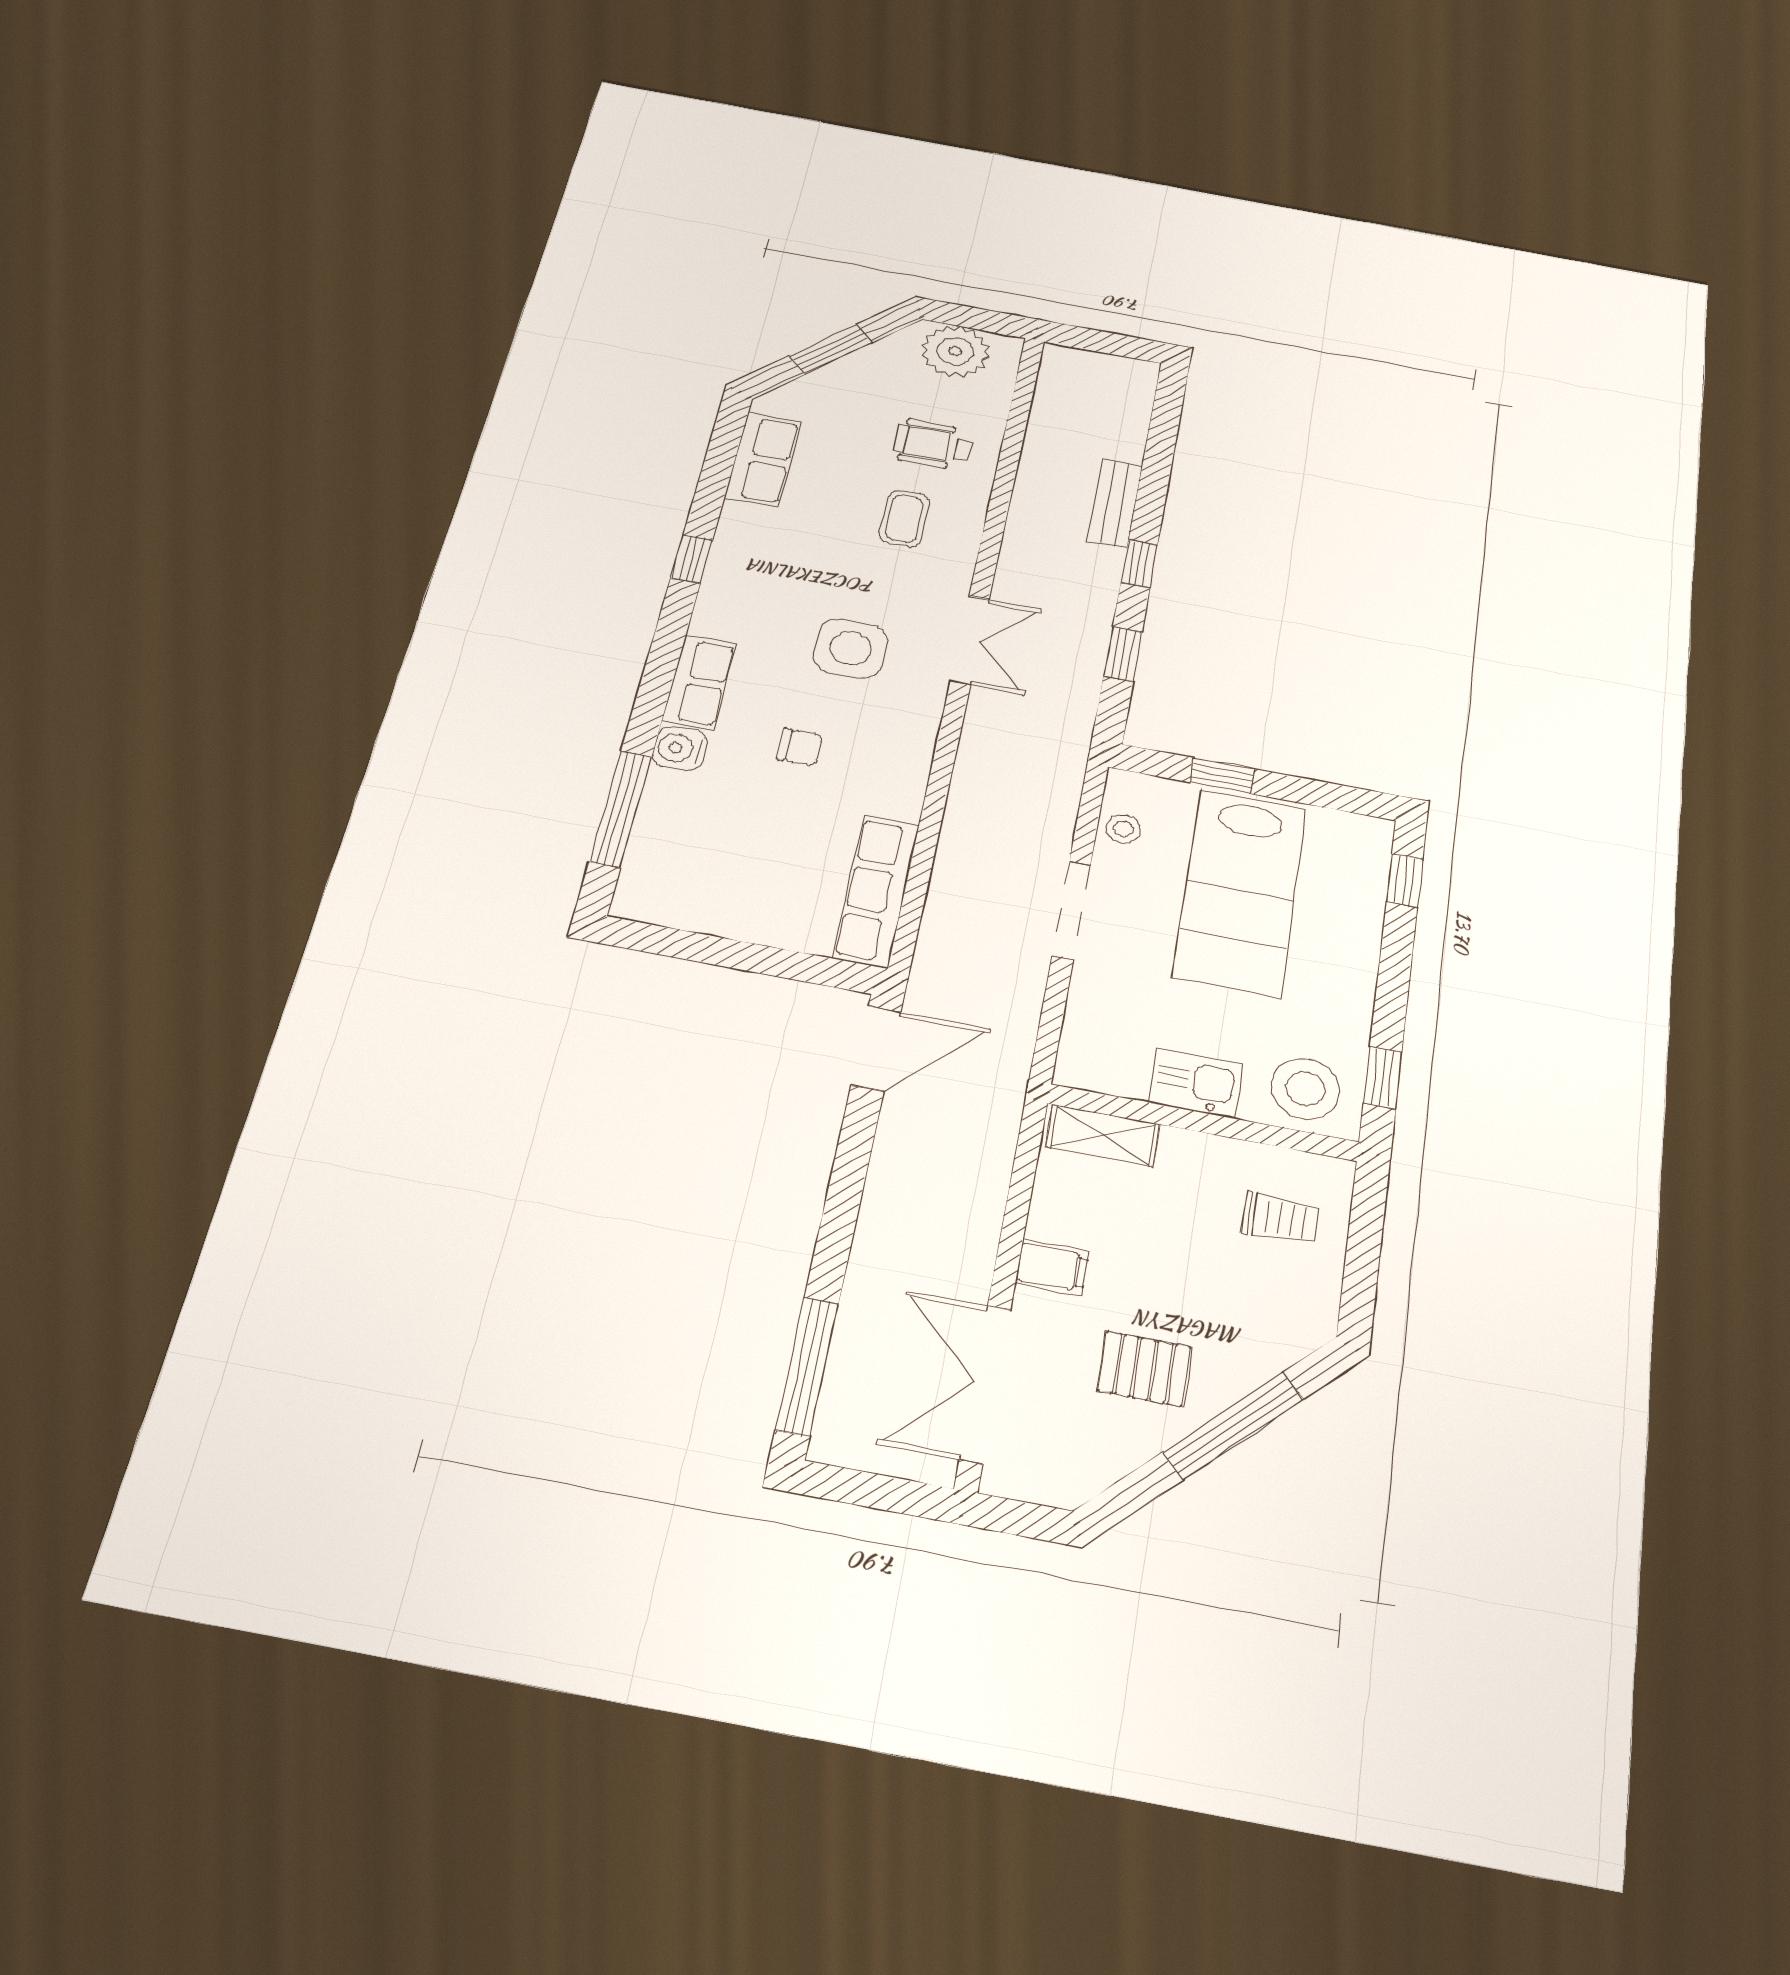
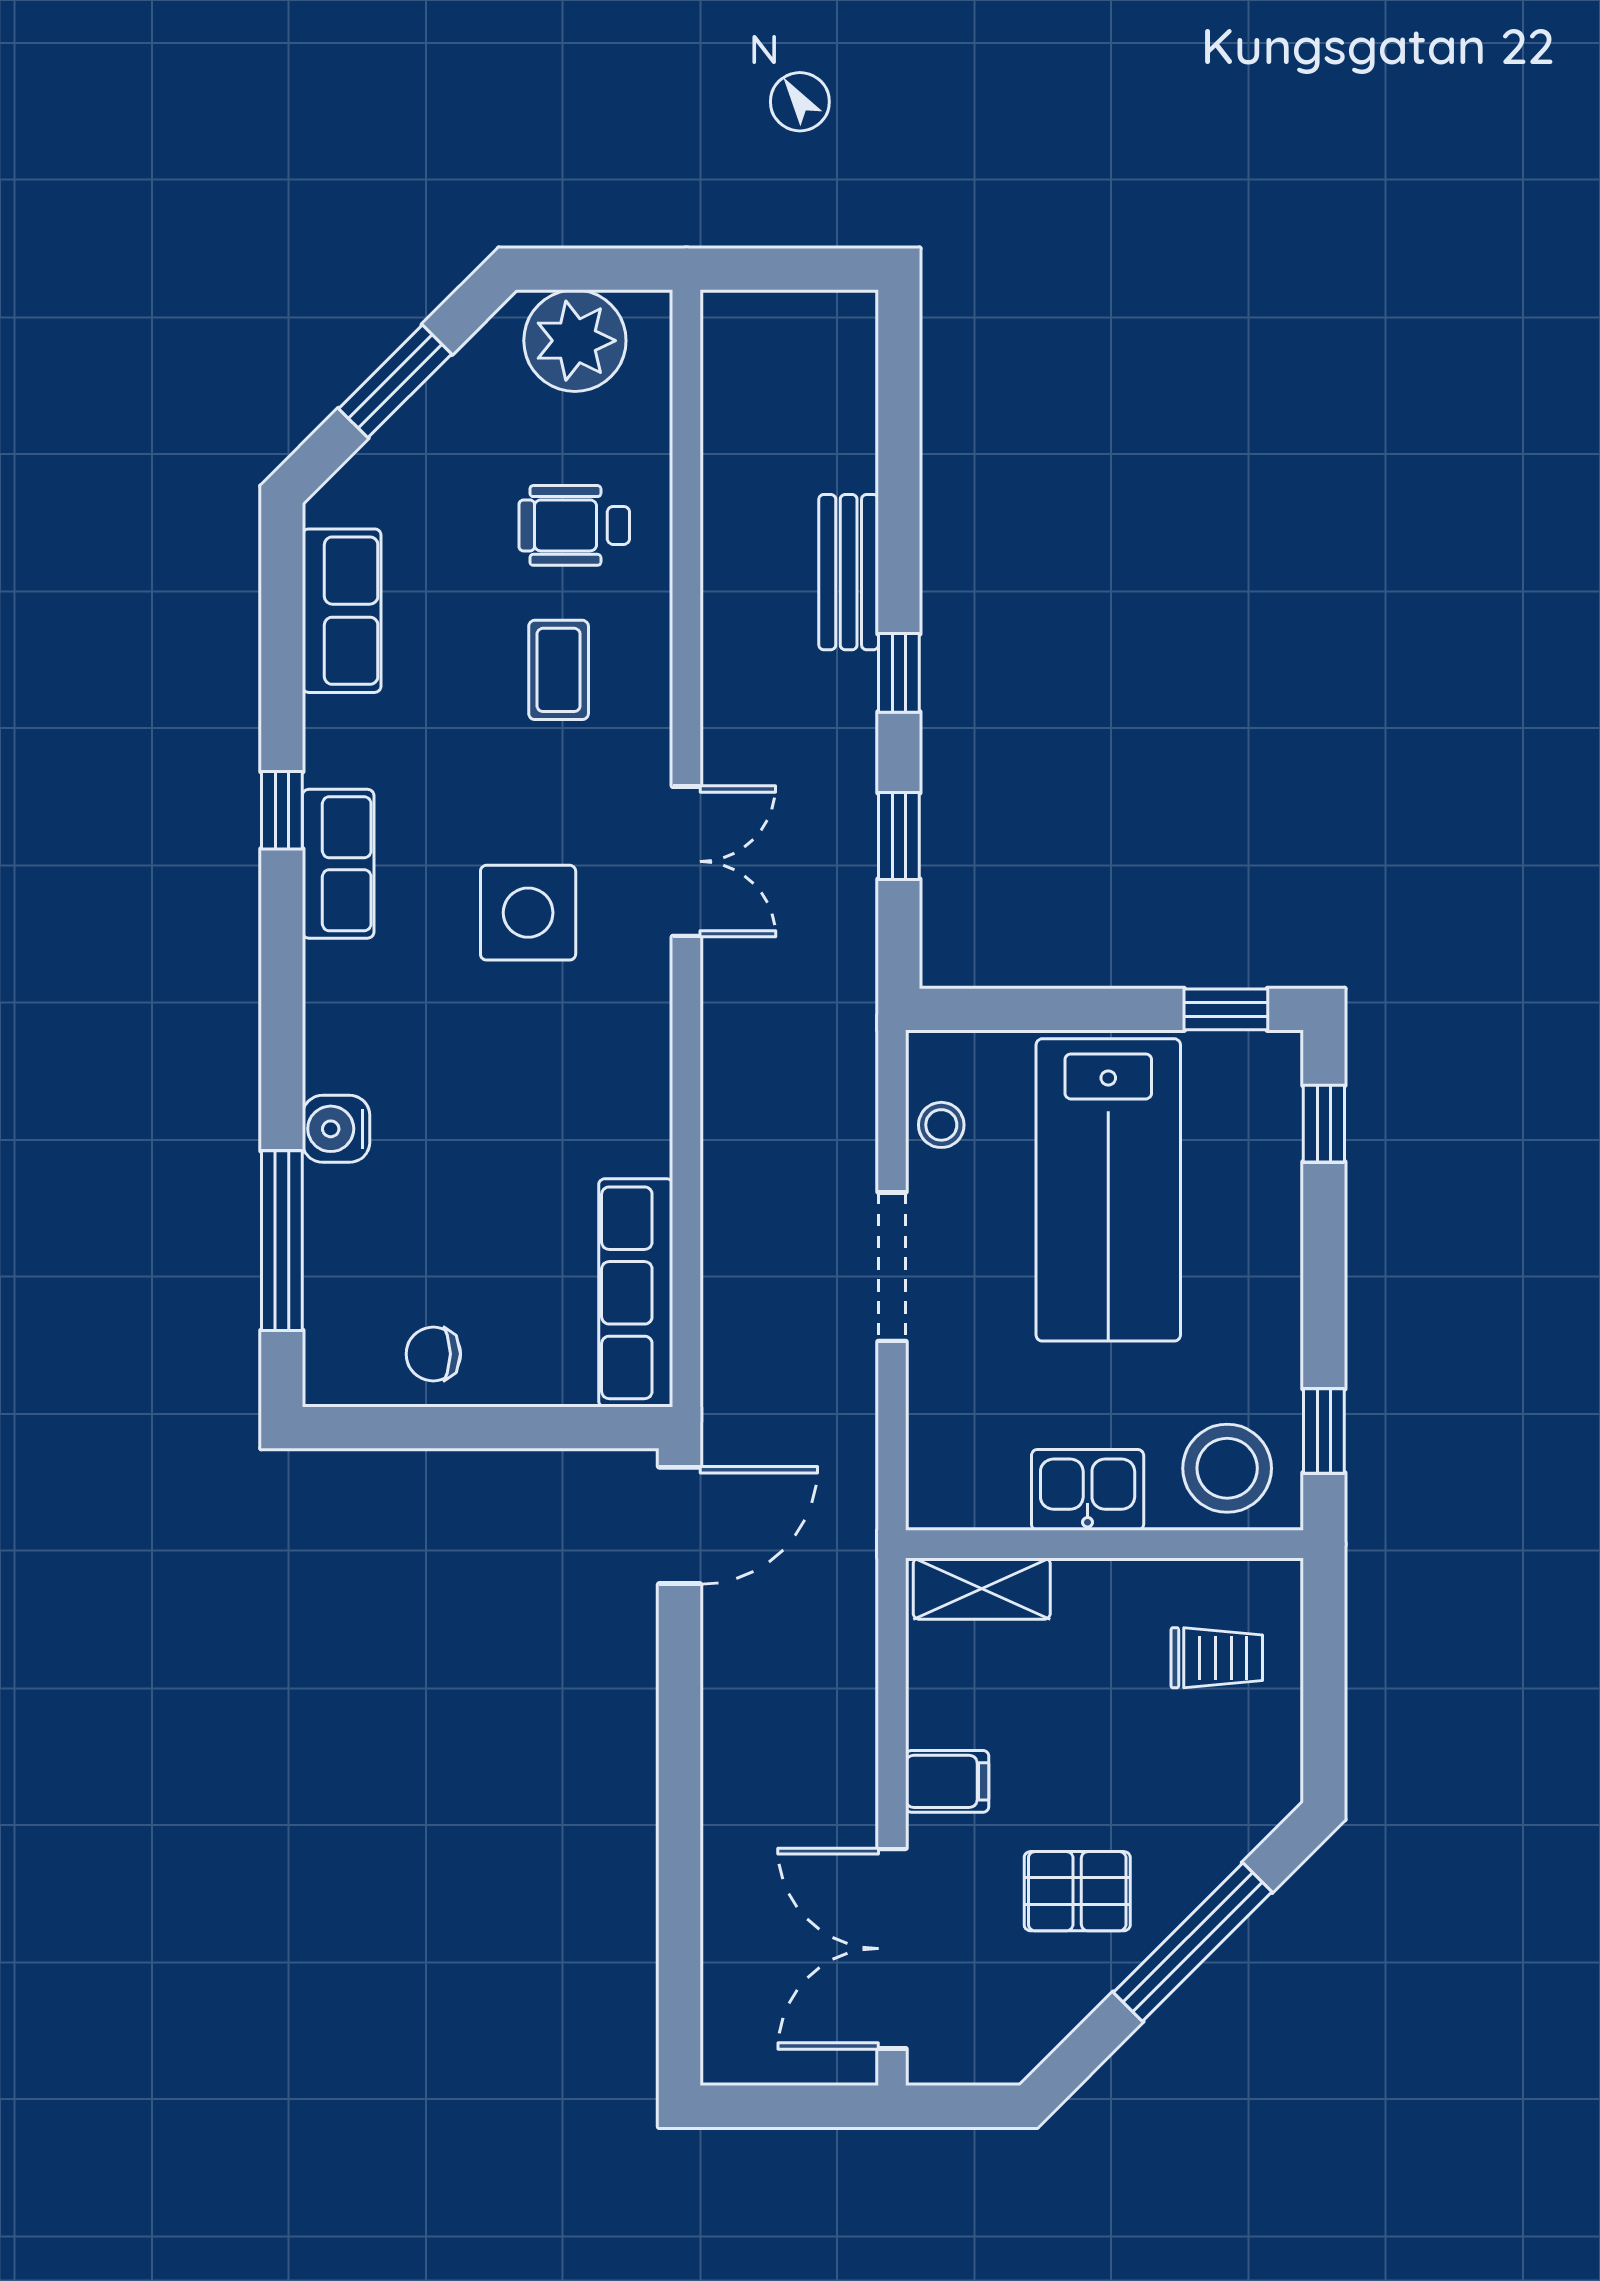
row of seats: (699, 682) -> (338, 864), moved
chair: (800, 747) -> (433, 1354), moved, turned 180
window: (1222, 776) -> (1226, 1009), moved
window: (807, 1366) -> (680, 1969), removed

